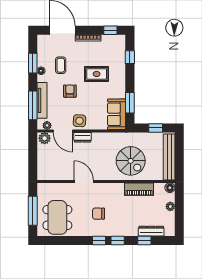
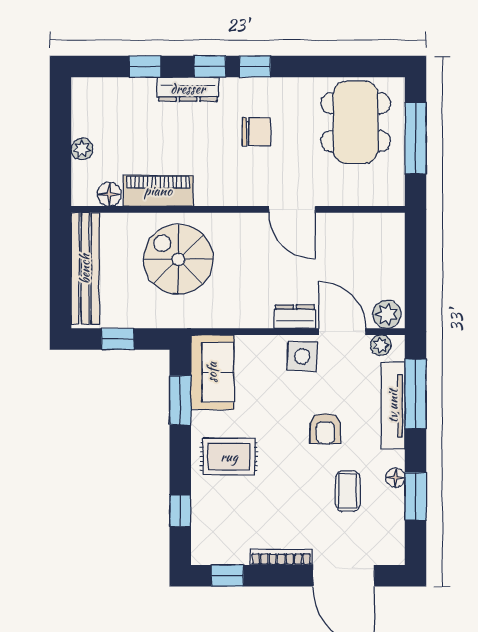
rug: (97, 74) -> (229, 457), moved
floor lamp: (170, 188) -> (109, 194), moved
dresser: (151, 231) -> (188, 89), moved

